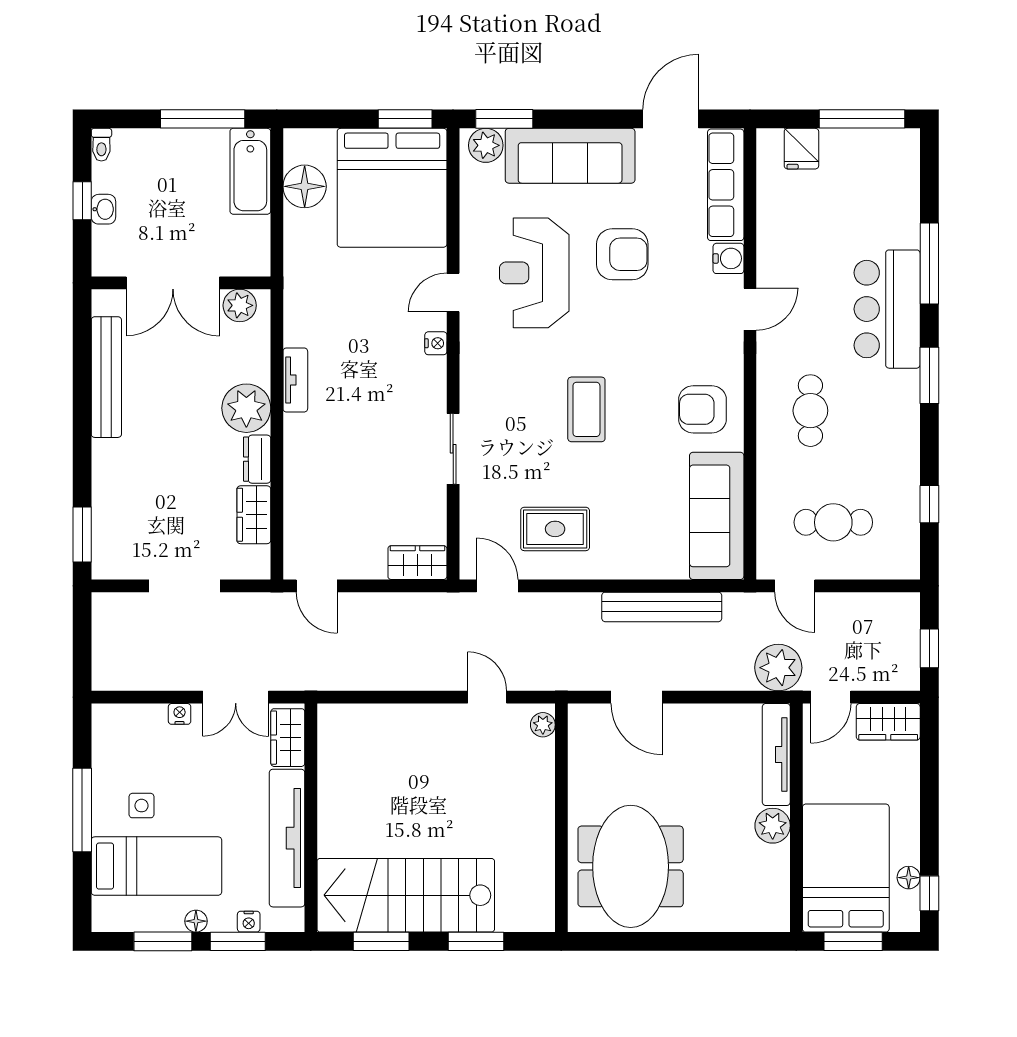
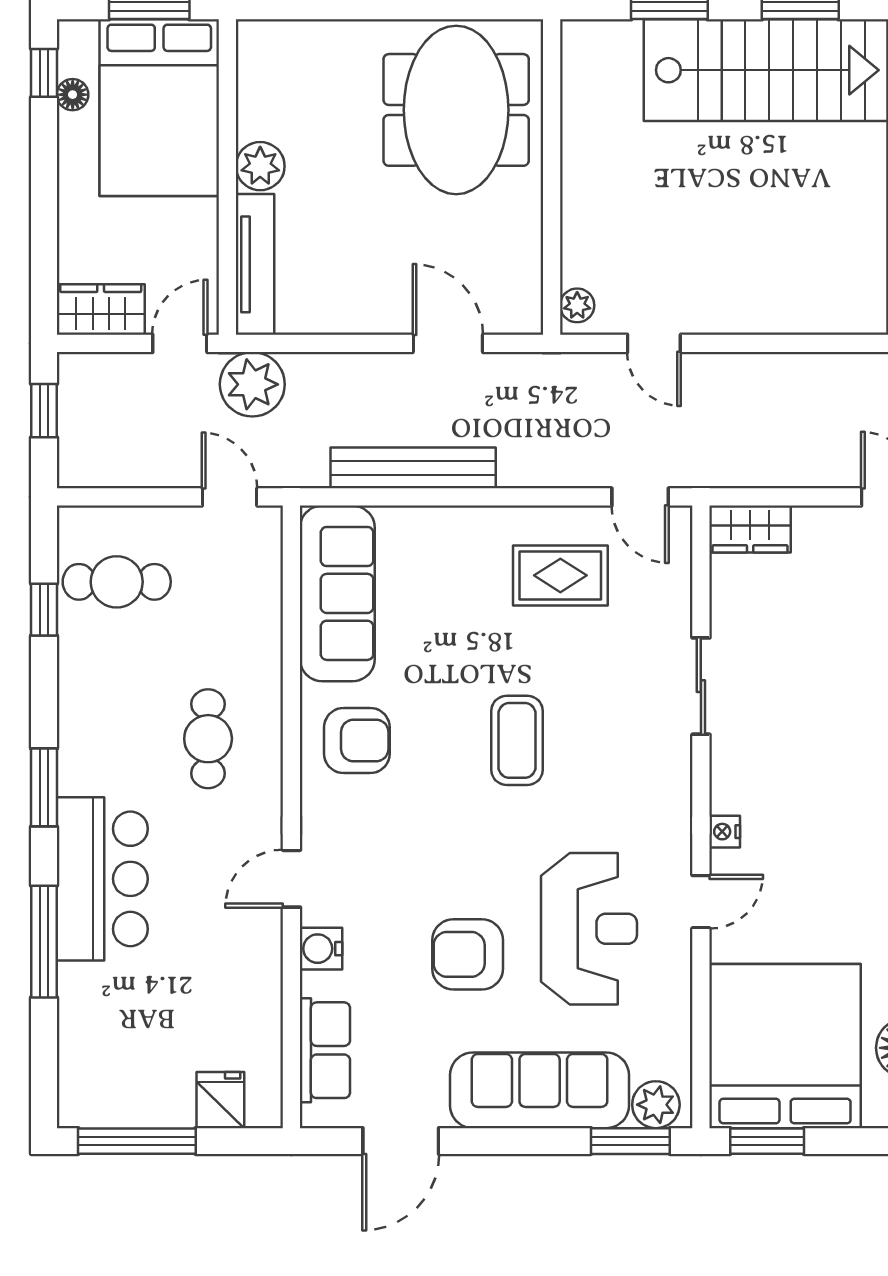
row of seats: (726, 185) -> (325, 1050), width x0.68
cafe table: (833, 522) -> (117, 582), moved

